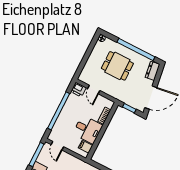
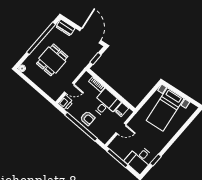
armchair: (69, 115) -> (88, 118), added
door: (57, 146) -> (121, 129), moved

